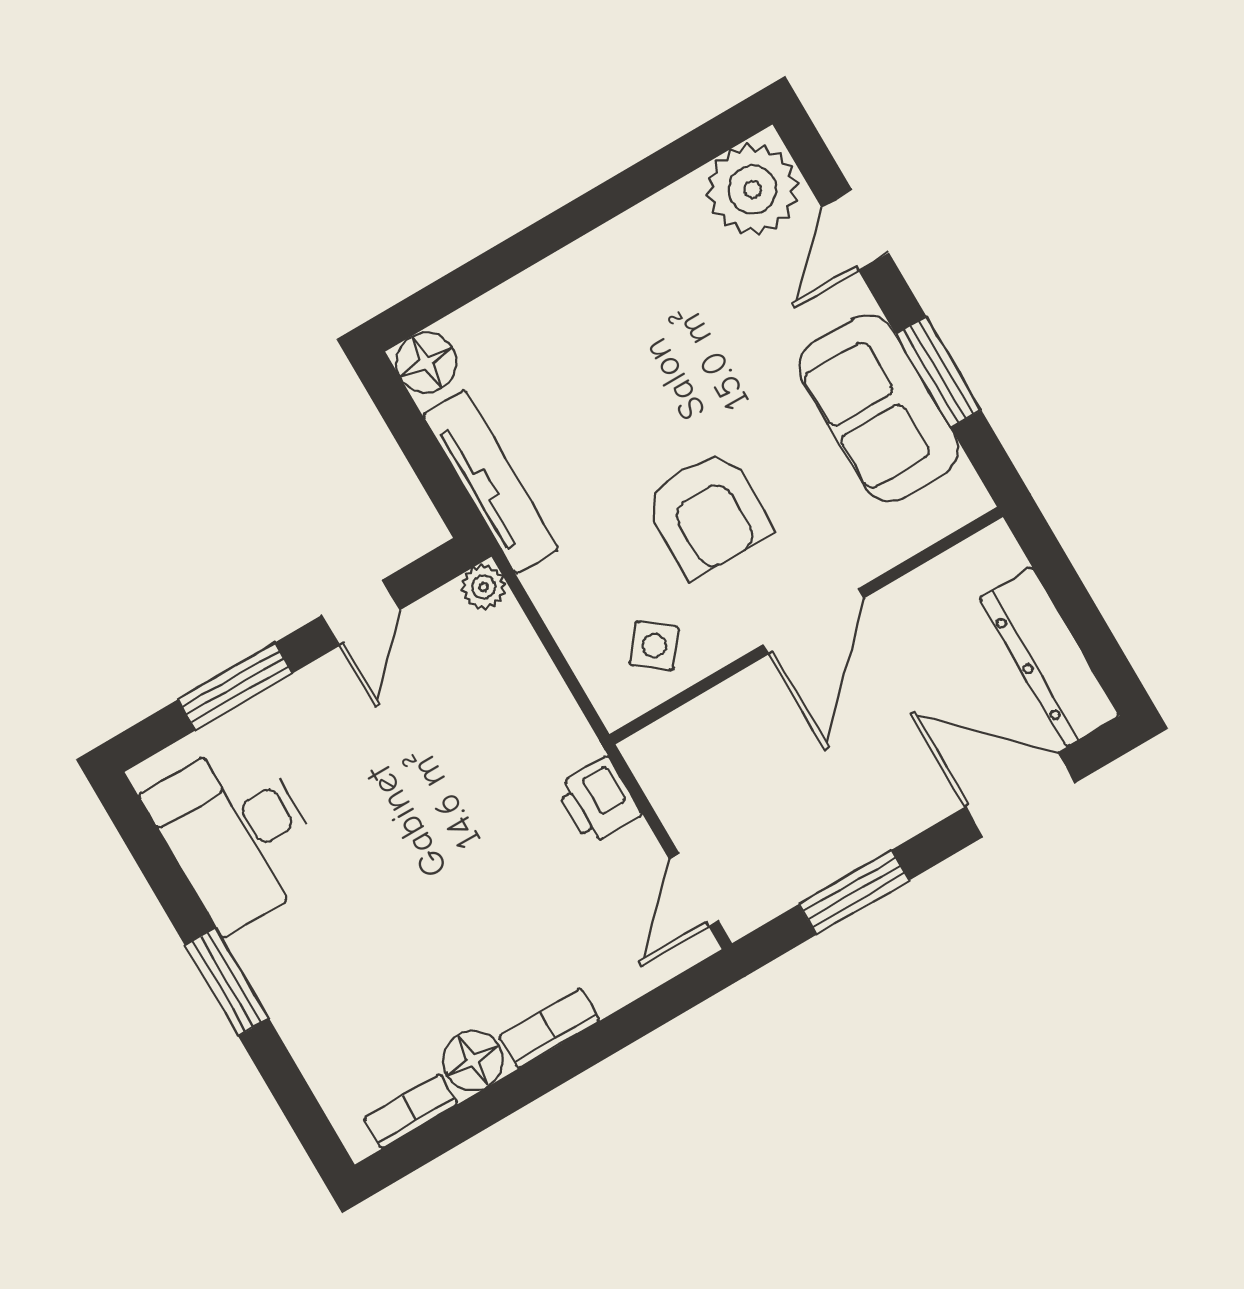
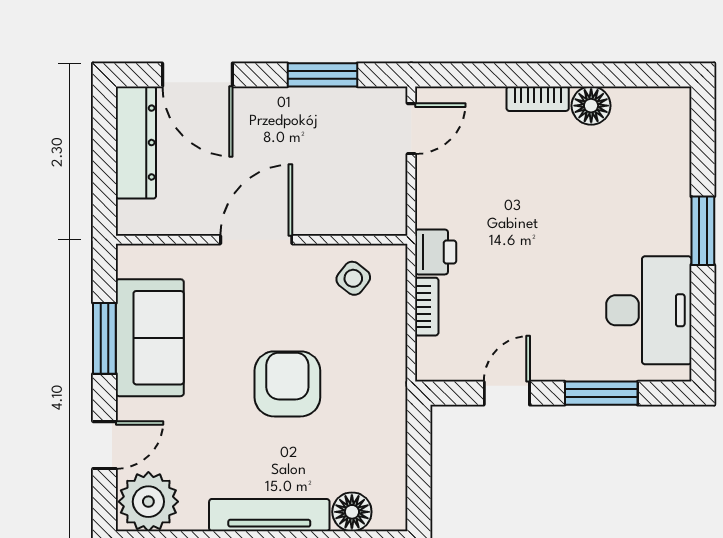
floor lamp: (426, 362) -> (352, 512), moved
tv unit: (490, 482) -> (269, 515), moved, turned 90
armchair: (707, 513) -> (287, 384), moved
plant: (484, 587) -> (430, 367), removed
printer: (598, 801) -> (436, 252), moved
bookcase: (411, 1111) -> (427, 307), moved, turned -90

